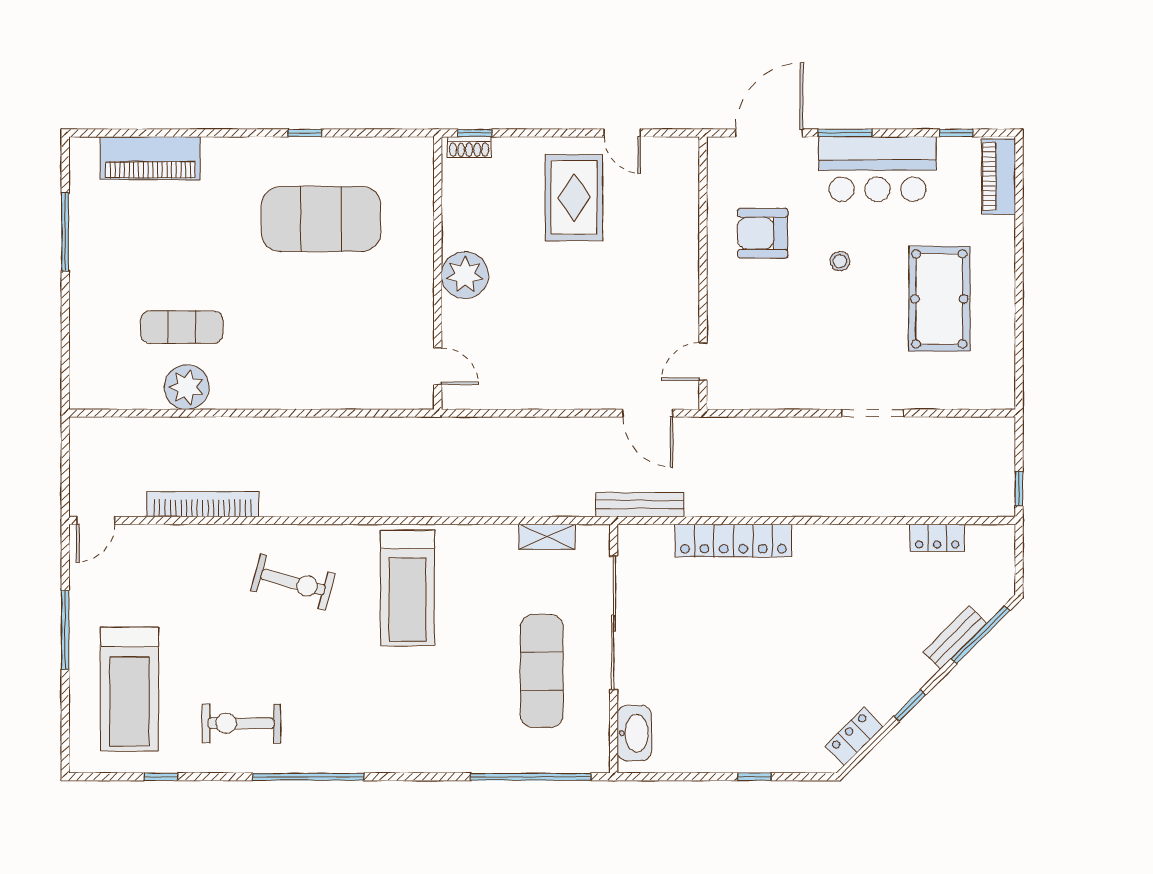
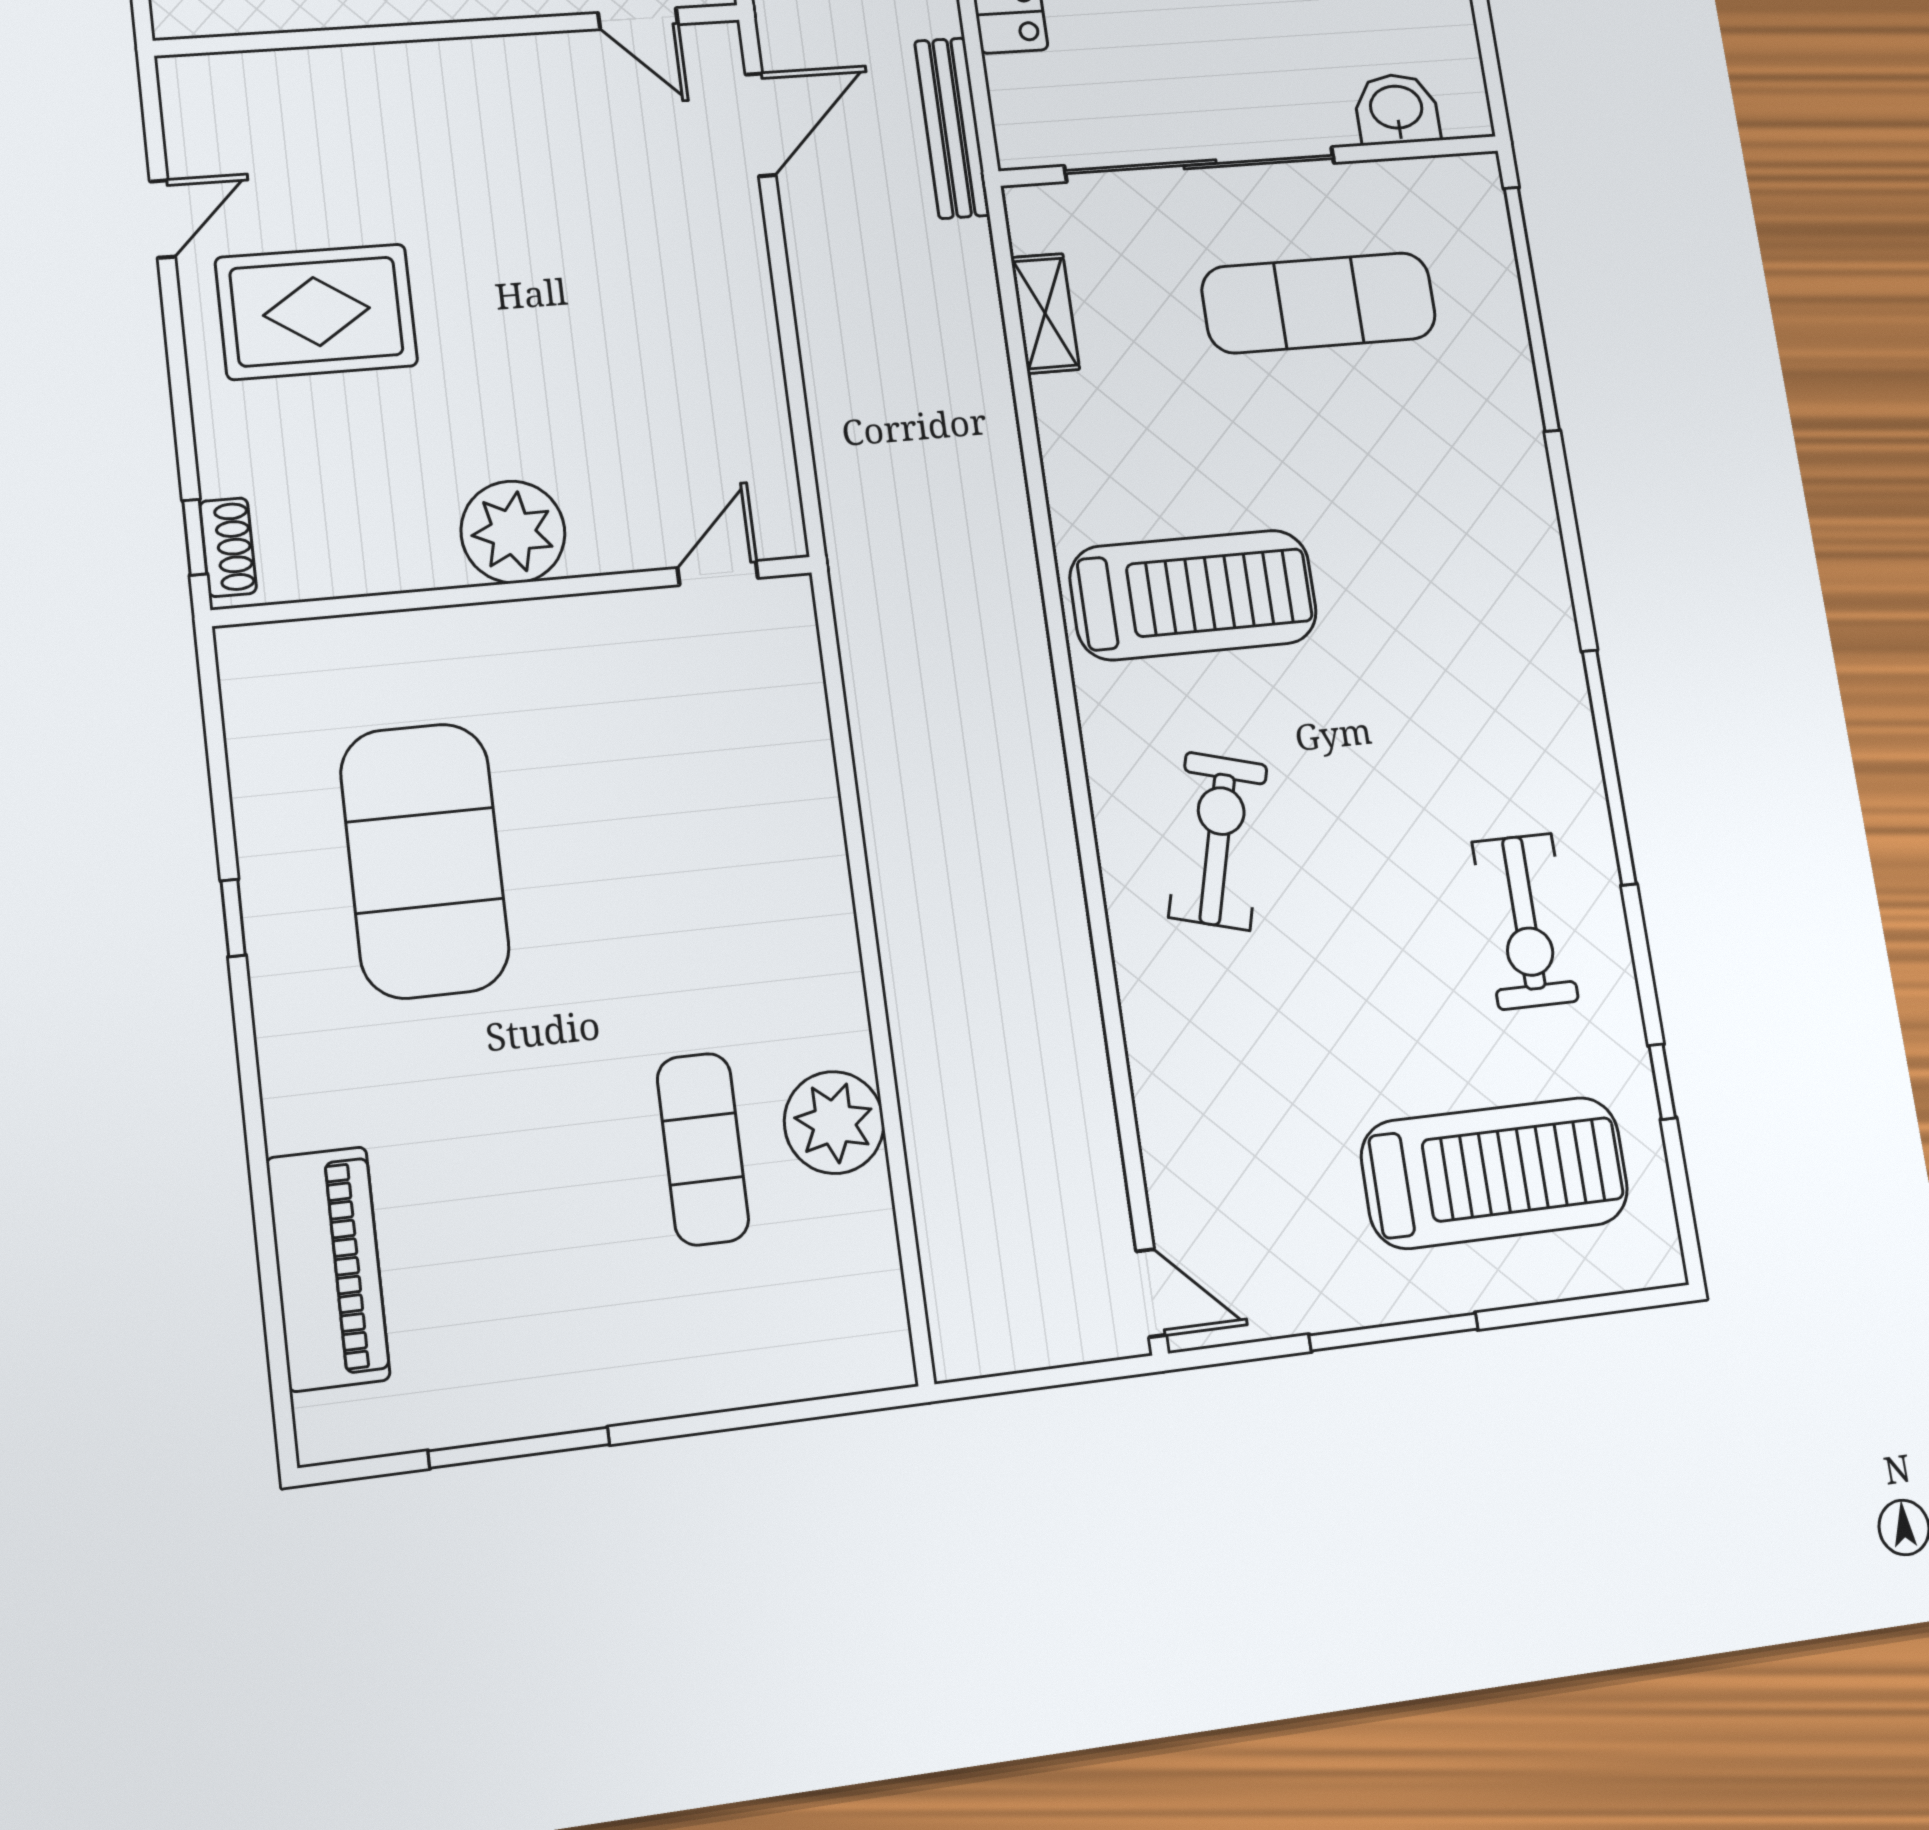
bookcase: (203, 504) -> (1082, 1057), removed
washbasin: (634, 733) -> (1396, 109), width x0.72

